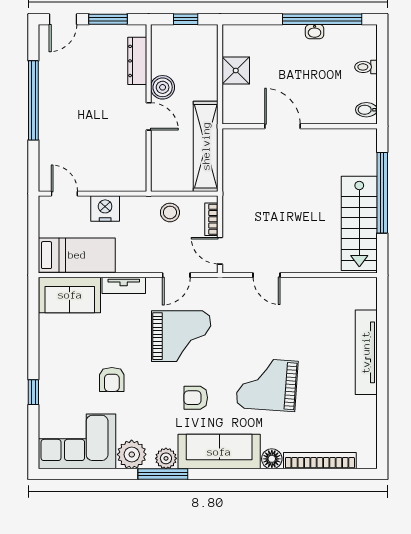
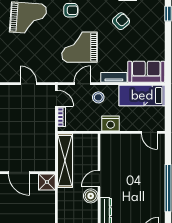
shower: (236, 70) -> (47, 182), moved
door: (149, 116) -> (99, 179), hinge flipped
nightstand: (105, 208) -> (111, 123), moved
stool: (170, 212) -> (98, 97), moved
armchair: (112, 379) -> (121, 21), turned 48

